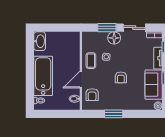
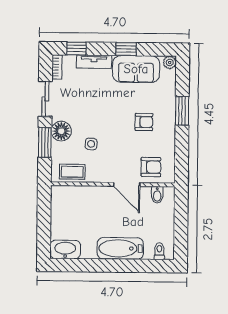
coffee table: (91, 61) -> (72, 172), moved
bathtub: (43, 76) -> (120, 248), width x0.73, depth x0.73
armchair: (121, 77) -> (144, 122), moved
window: (114, 114) -> (182, 111), moved

